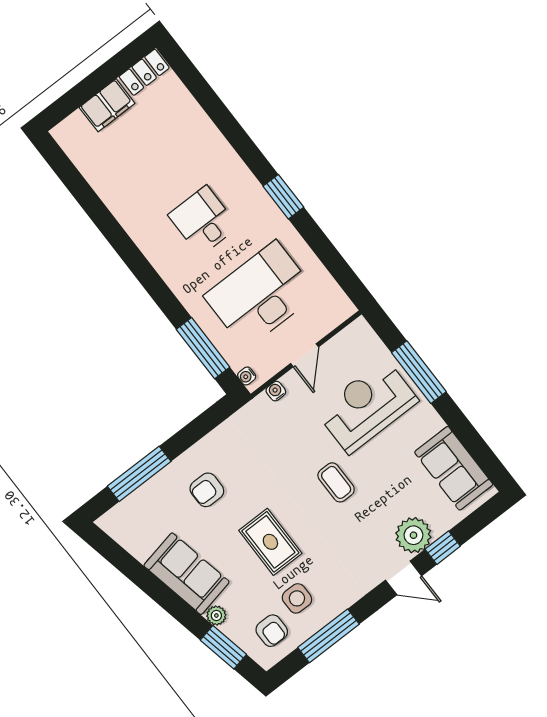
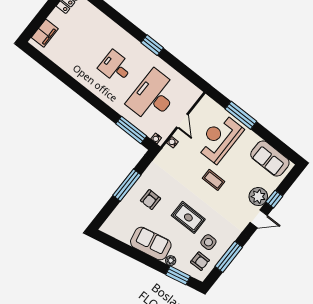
filing cabinet: (107, 105) -> (45, 33), moved
window: (139, 474) -> (127, 185), moved

